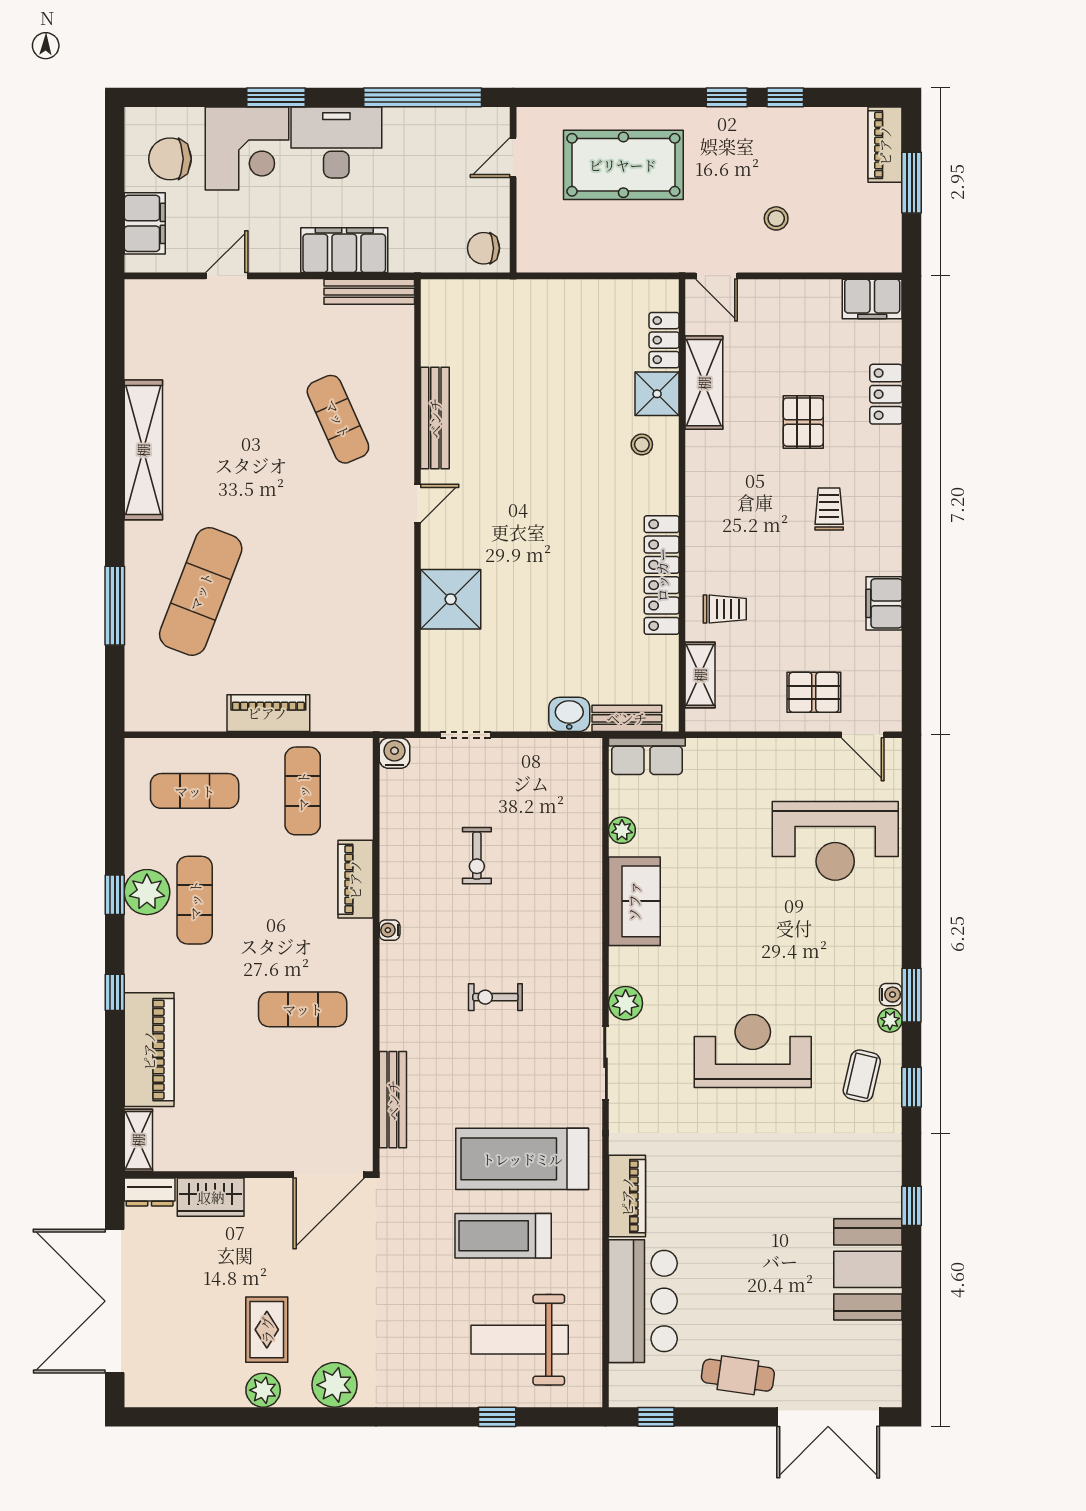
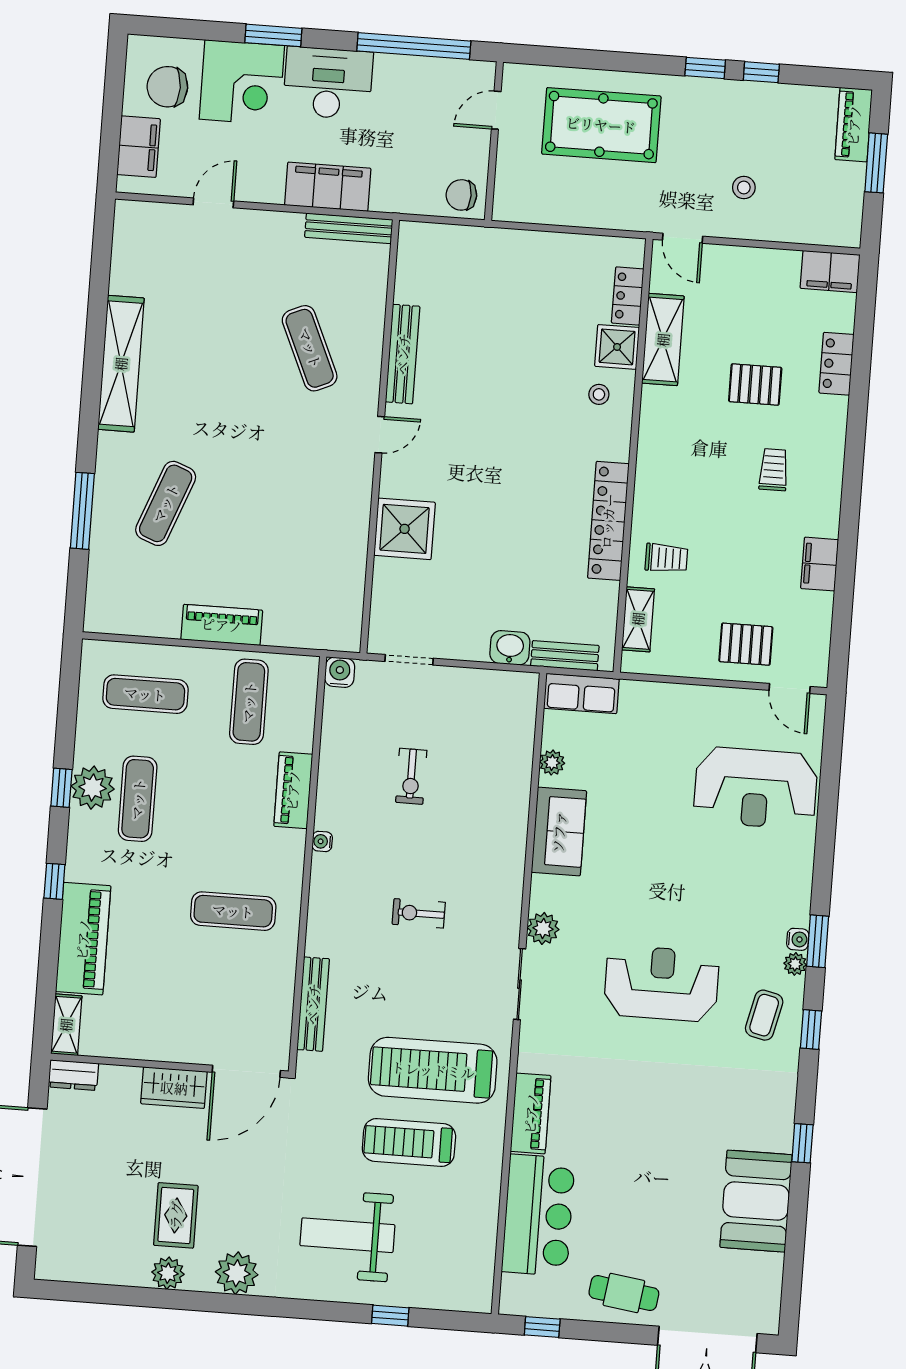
pallet: (803, 422) -> (755, 384), turned 90
exercise mat: (201, 591) -> (166, 503), width x0.73, depth x0.69
wardrobe: (211, 1197) -> (174, 1088), moved
weight bench: (520, 1340) -> (347, 1235), moved

